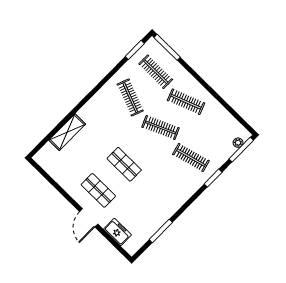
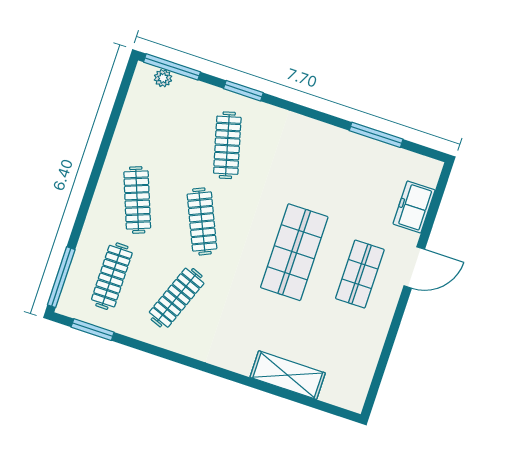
shop shelf: (124, 164) -> (294, 252), width x1.43, depth x1.36

